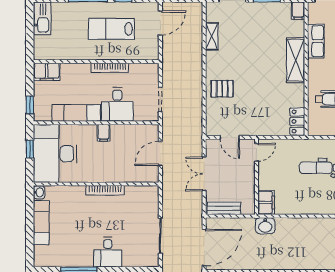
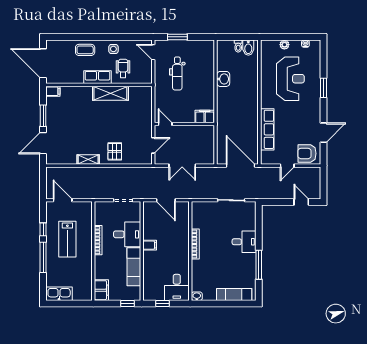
shelving: (212, 36) -> (88, 160), moved
row of seats: (316, 41) -> (97, 77), moved
shelving: (296, 60) -> (110, 93), moved
locker: (297, 121) -> (141, 92), removed
desk: (55, 154) -> (177, 287), width x0.53, depth x0.77
bench: (224, 208) -> (209, 150), removed
exam couch: (41, 223) -> (234, 294), moved
washbasin: (265, 226) -> (223, 79), moved

